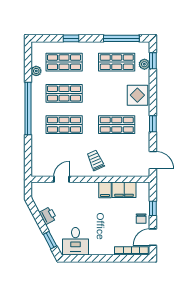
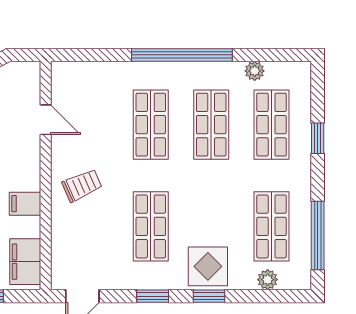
window: (153, 61) -> (209, 296), moved
filing cabinet: (124, 190) -> (25, 262), moved

